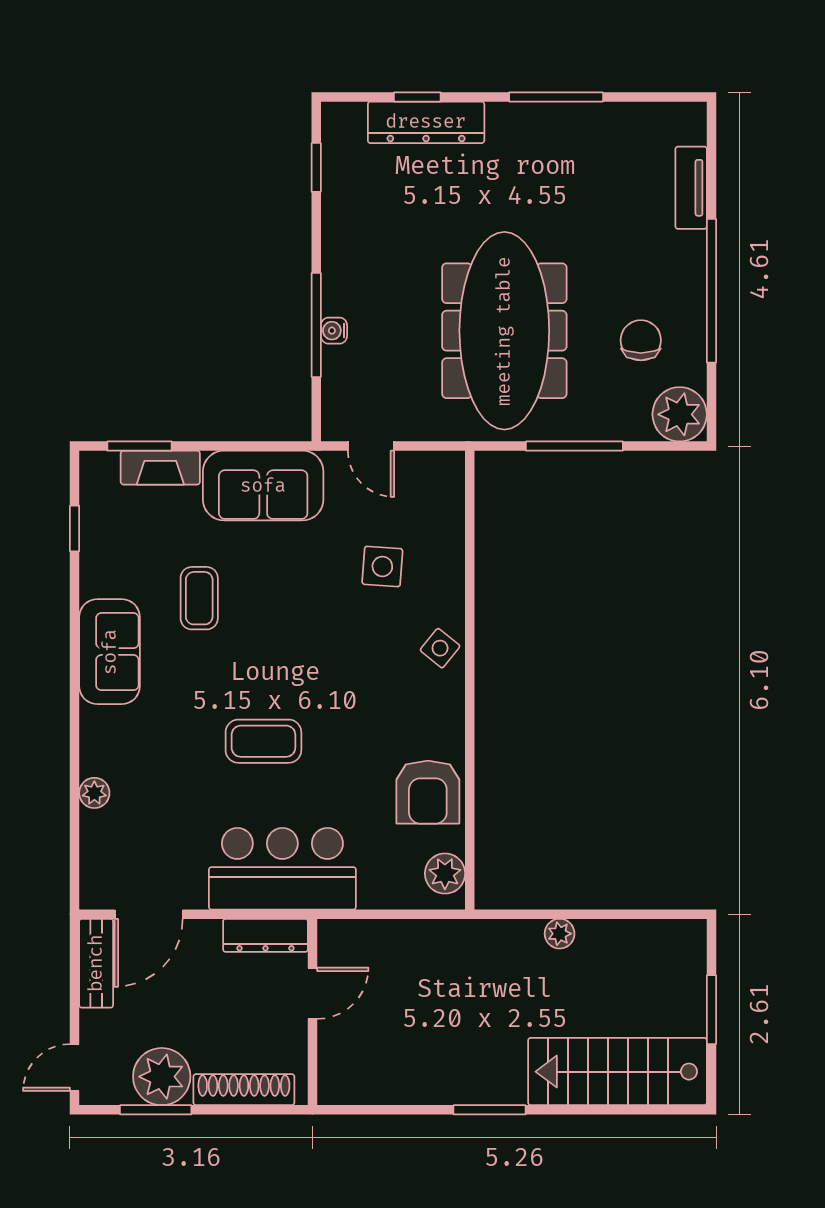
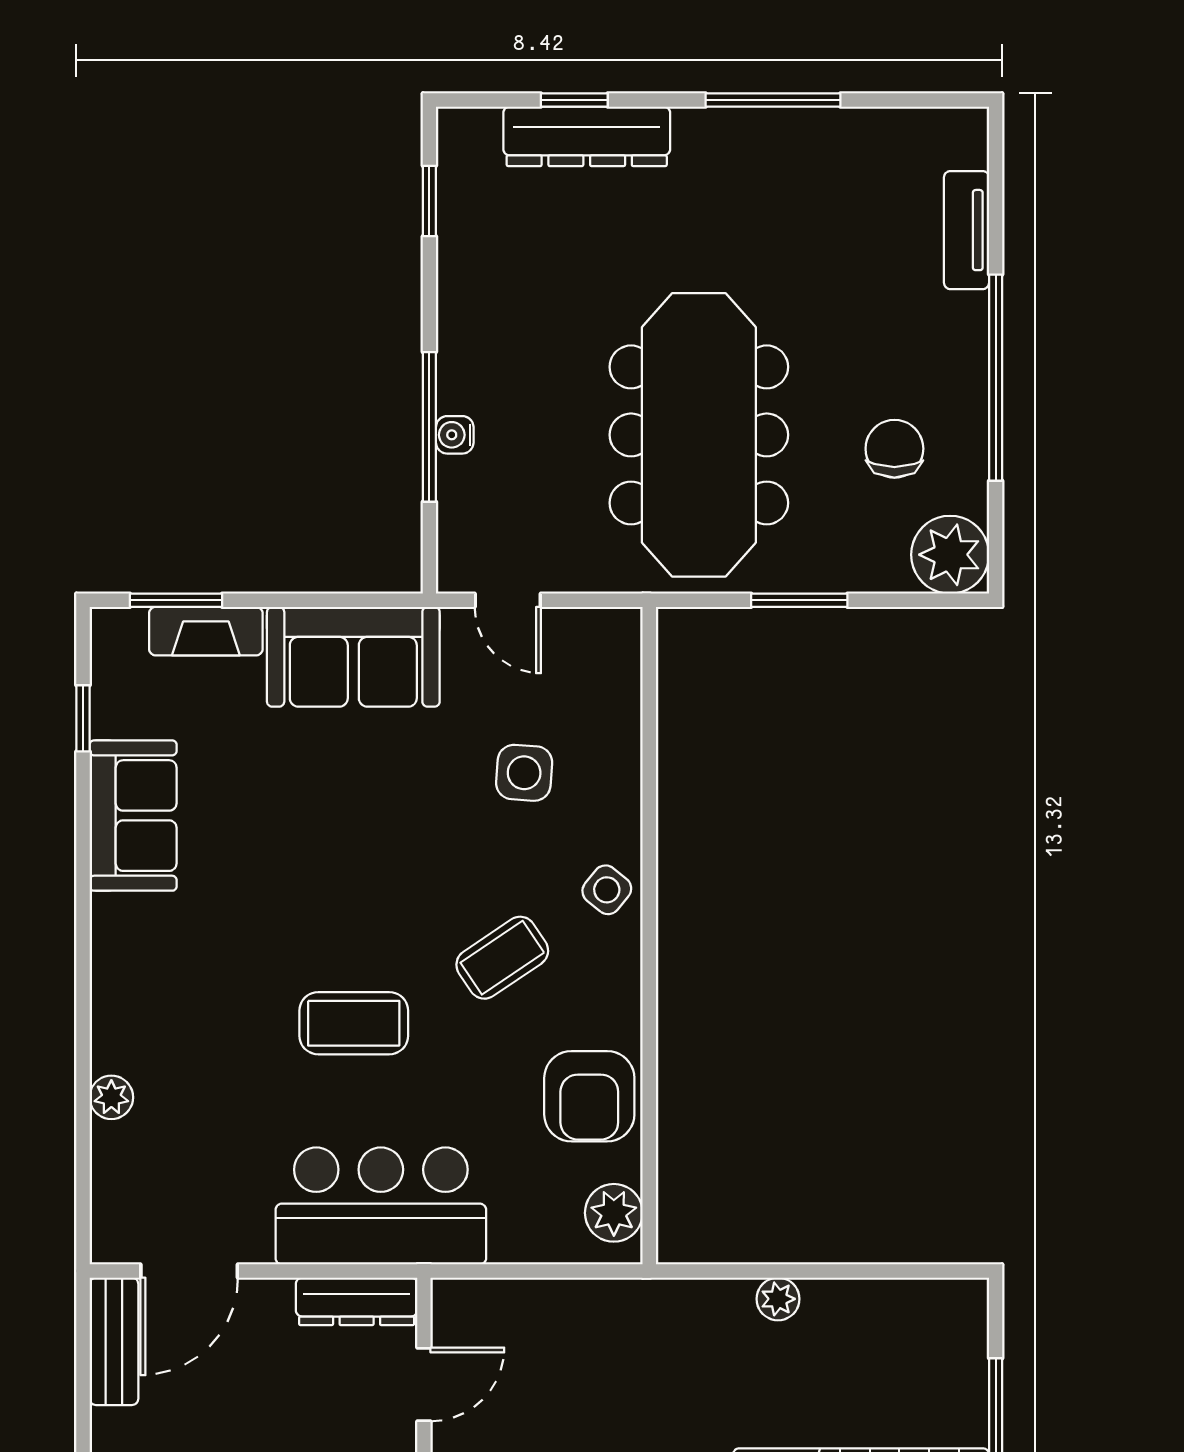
window: (574, 446) -> (799, 600), width x0.69
coffee table: (199, 598) -> (502, 958), moved, turned 56
sofa: (110, 652) -> (133, 816), moved

